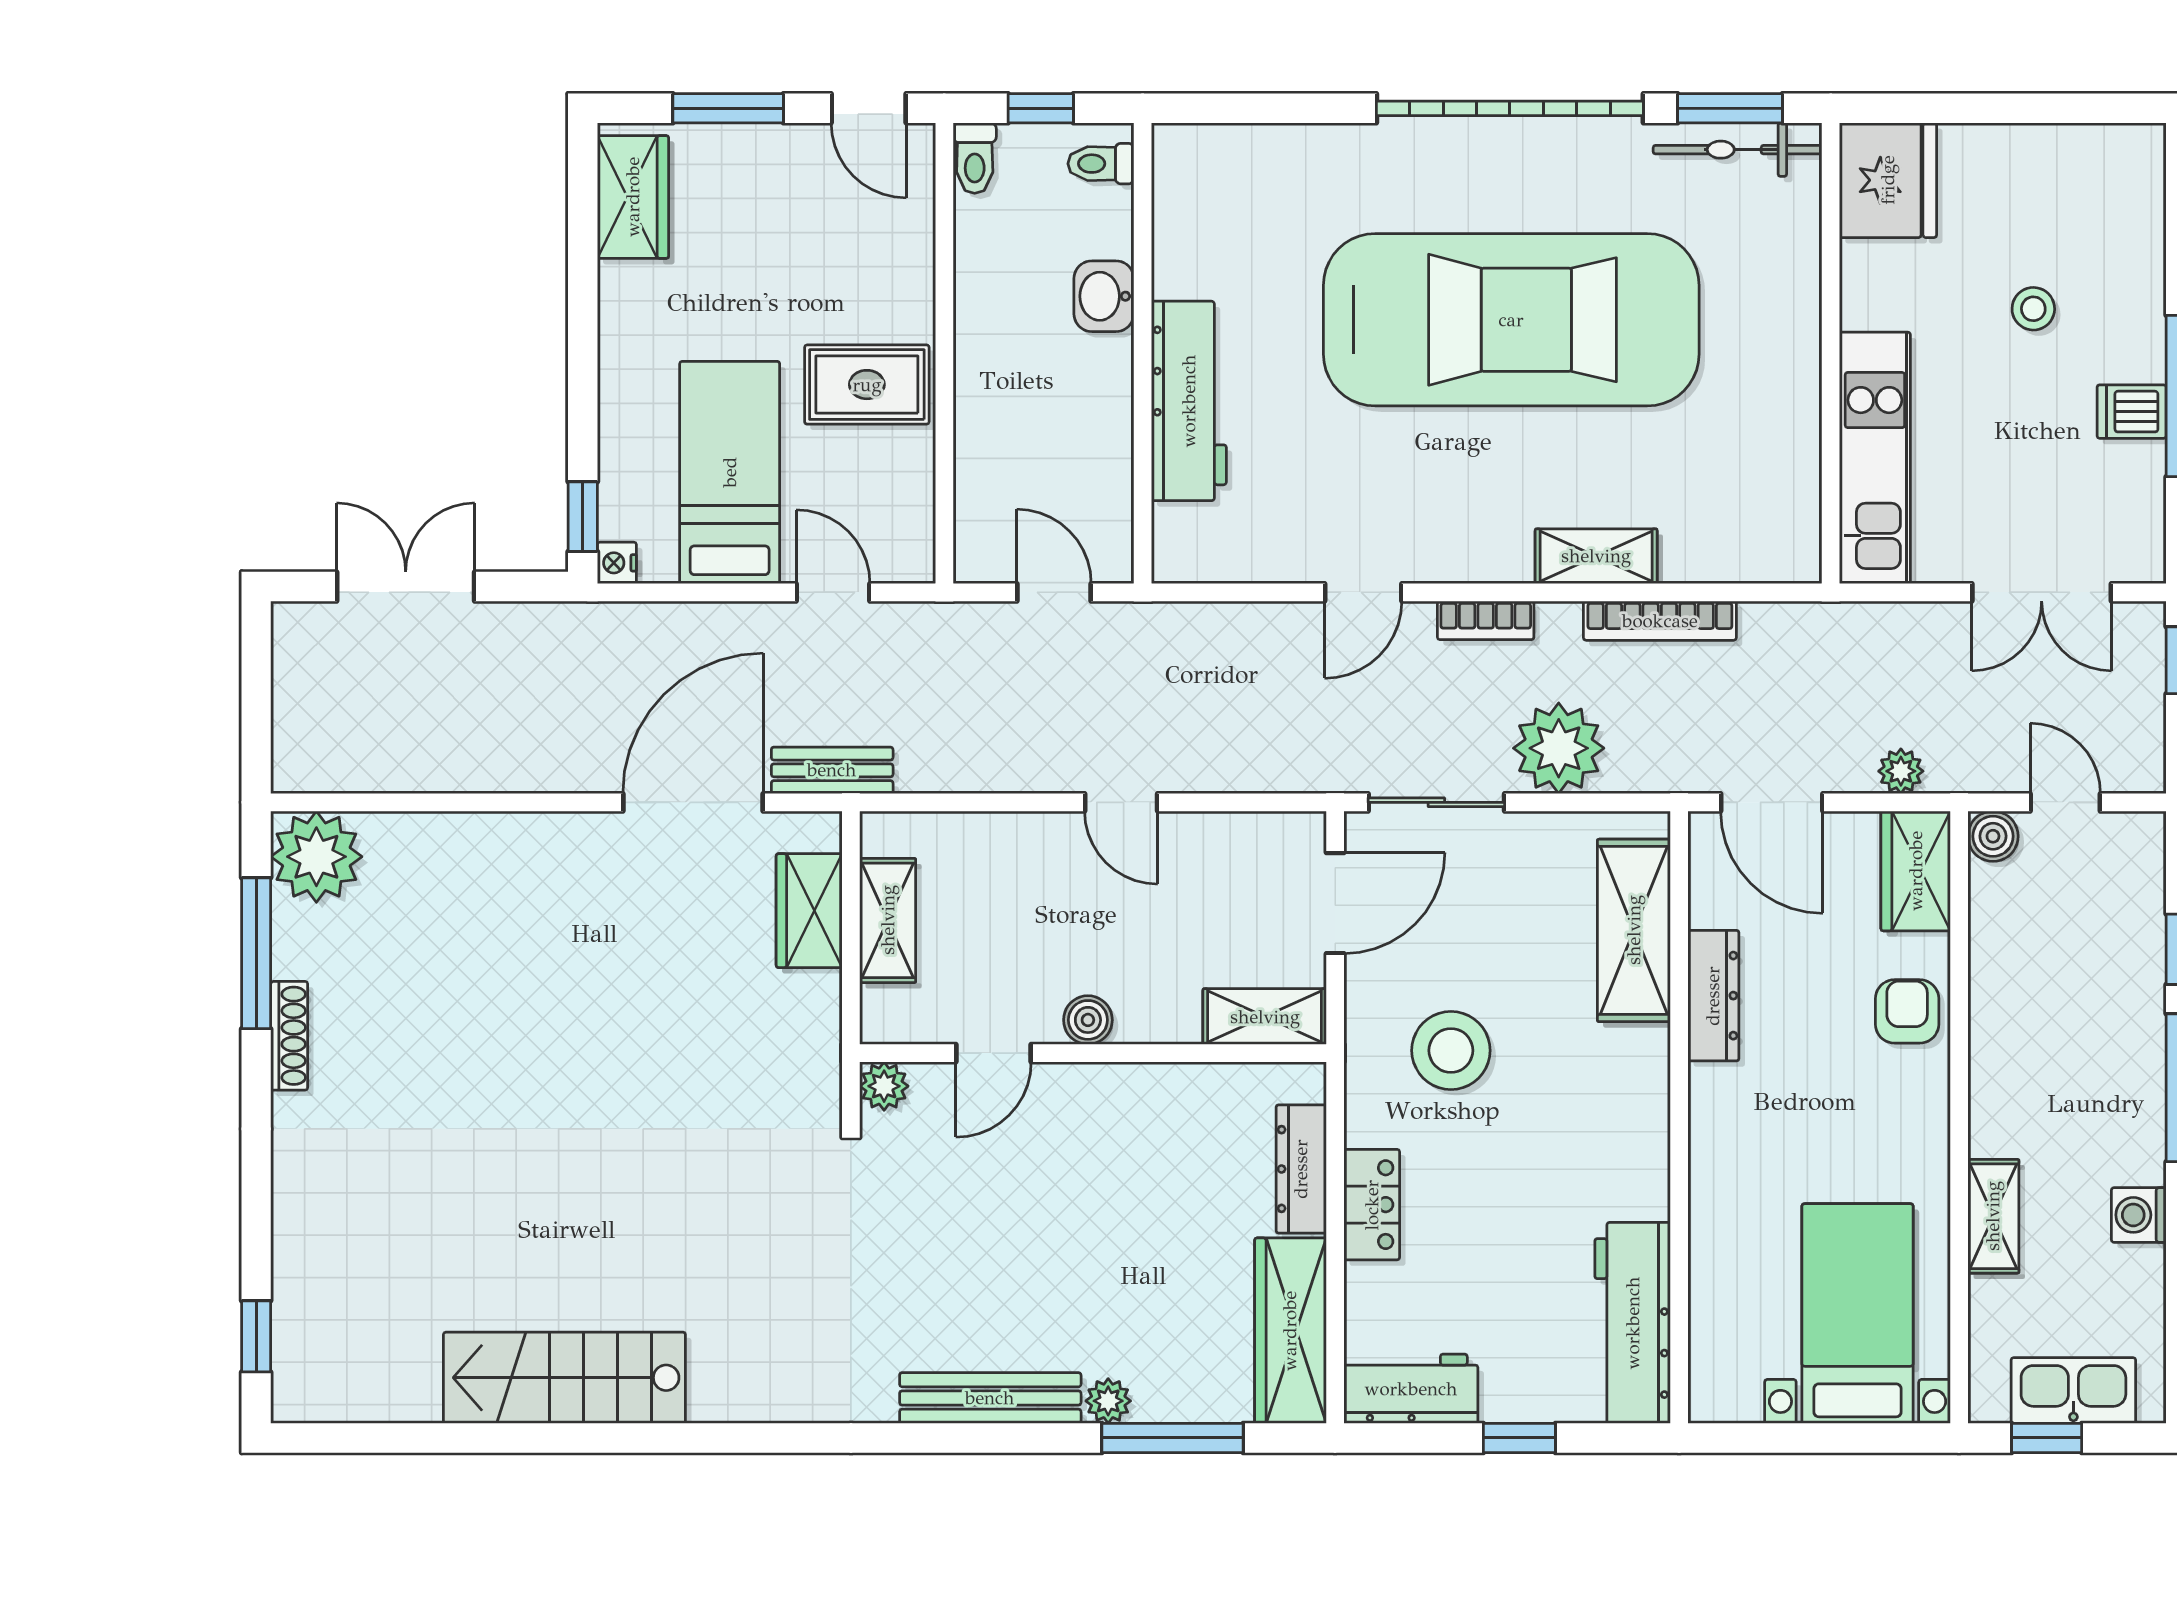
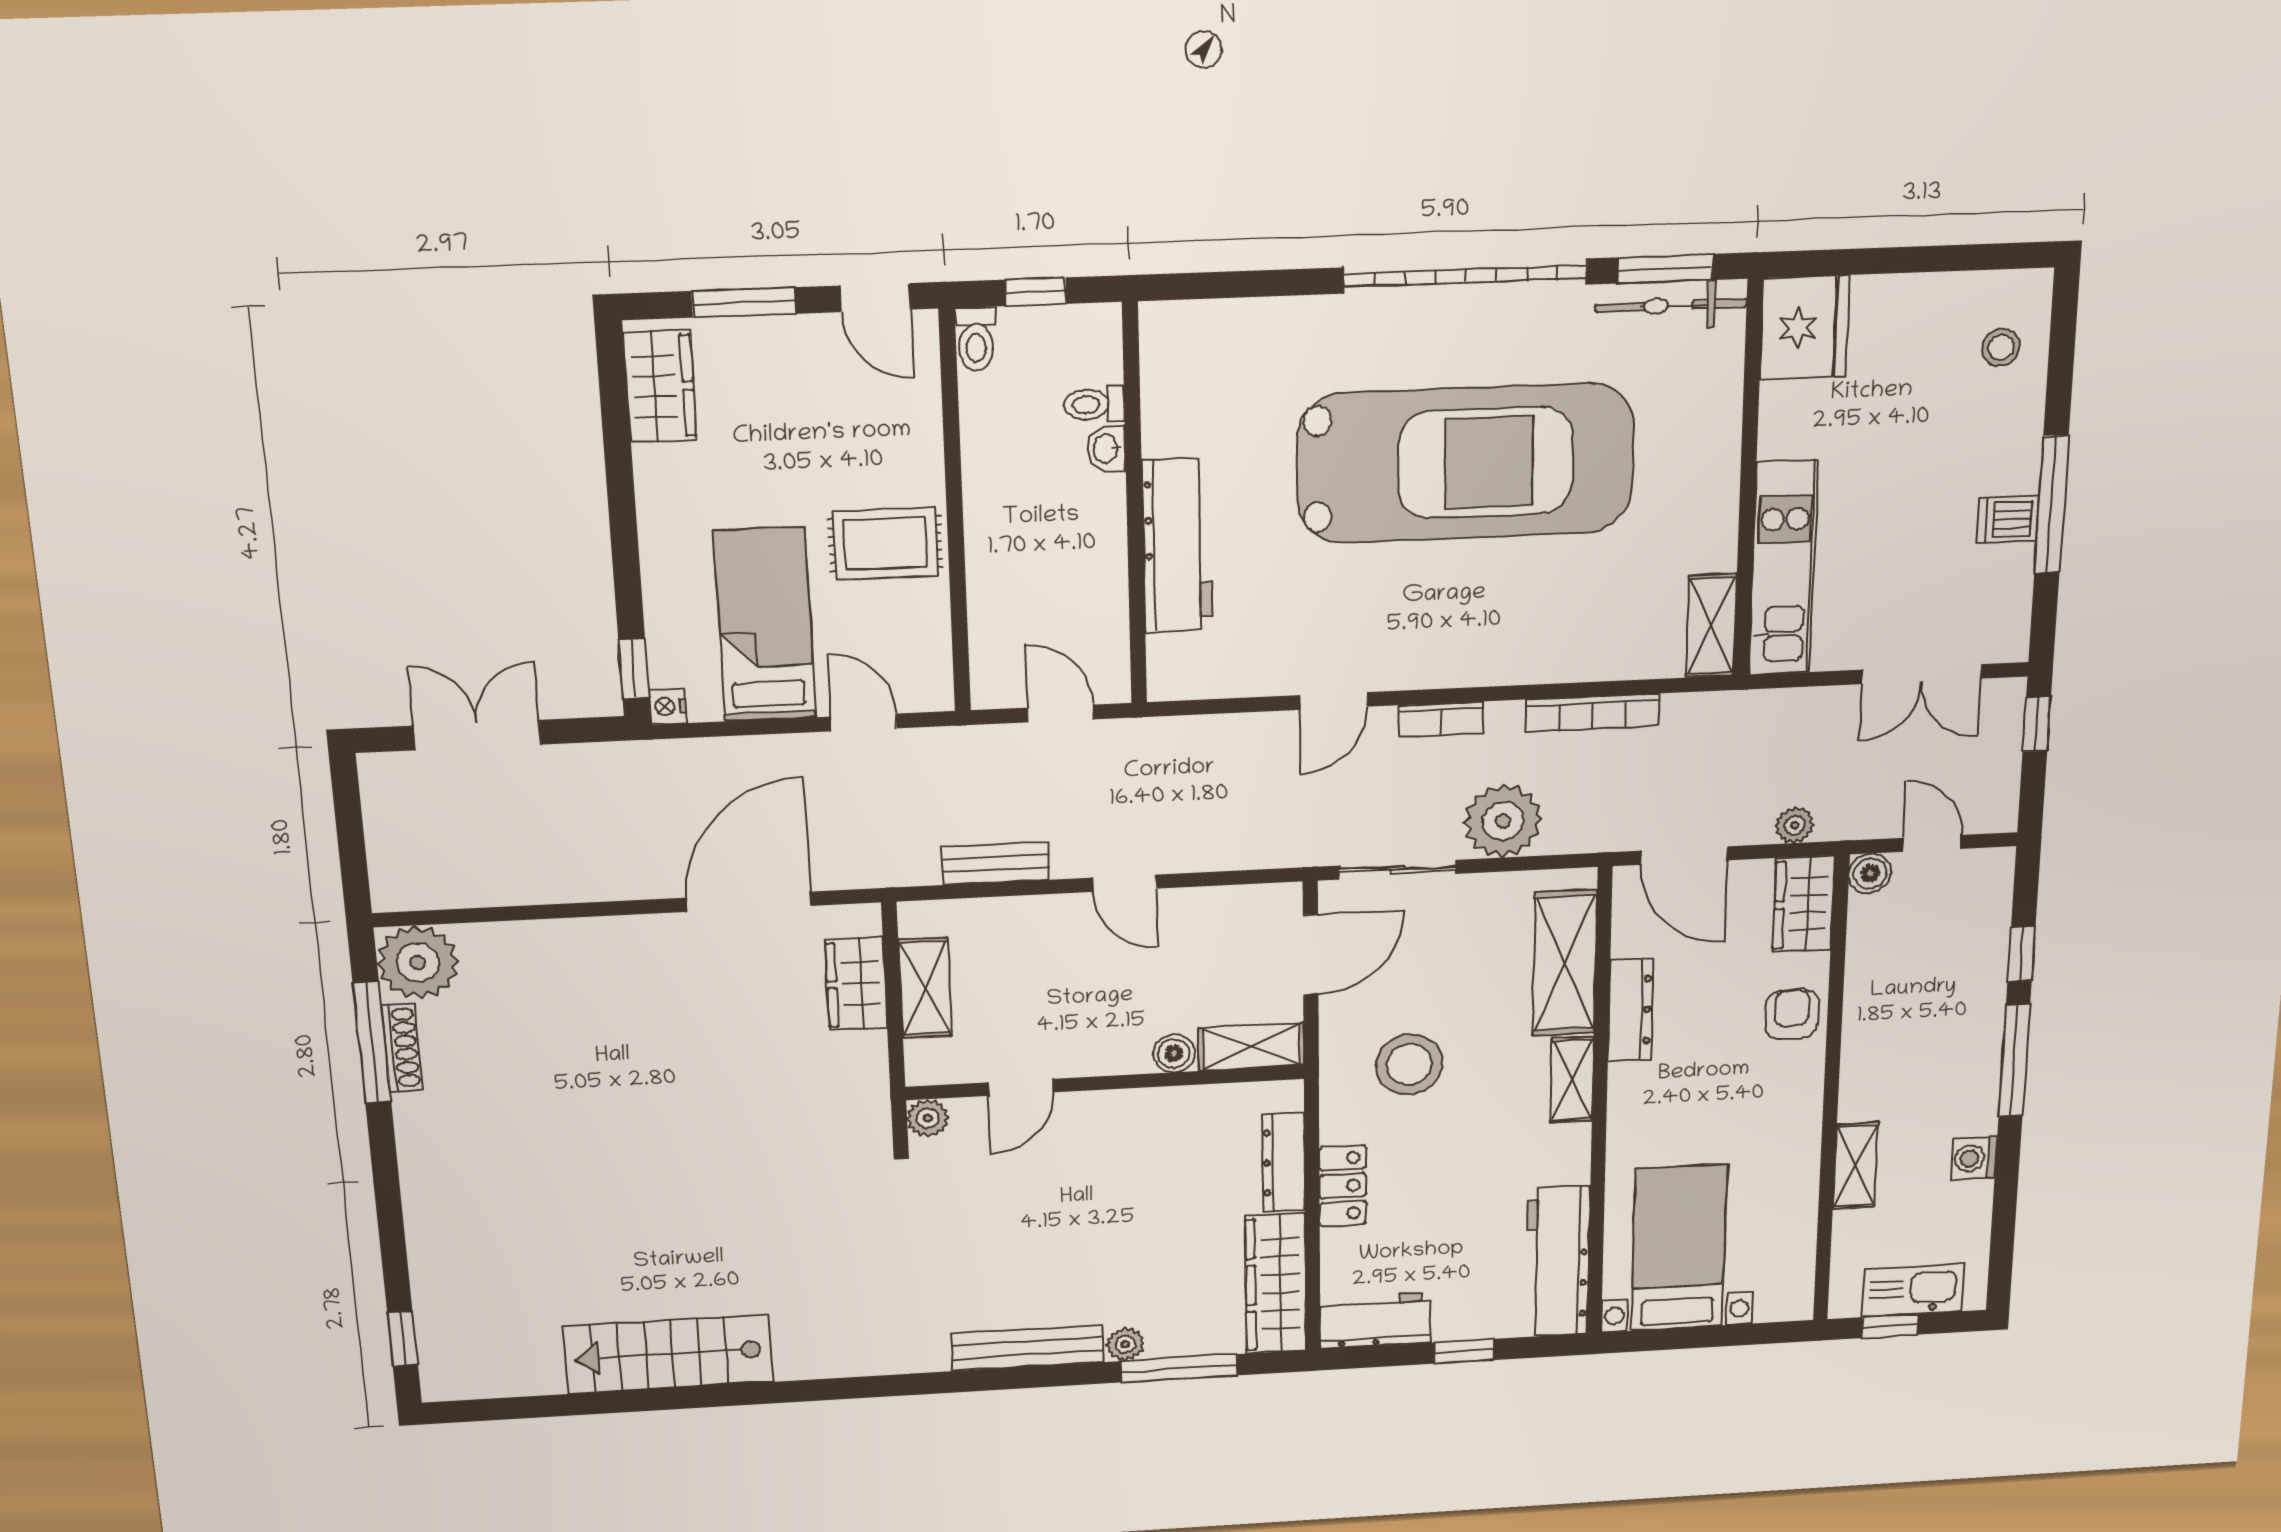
toilet: (1101, 164) -> (1094, 404), moved
washbasin: (1104, 296) -> (1106, 449), width x0.72, depth x0.69
stool: (2033, 309) -> (2001, 347), moved
shelving: (1596, 556) -> (1711, 626), moved, turned 90
bench: (832, 770) -> (996, 864), moved
boiler: (1088, 1020) -> (1174, 1053), moved
shoe rack: (289, 1036) -> (402, 1048), moved
shelving: (1646, 1082) -> (1572, 1080), added
bed with nightstands: (1857, 1314) -> (1679, 1248), moved

